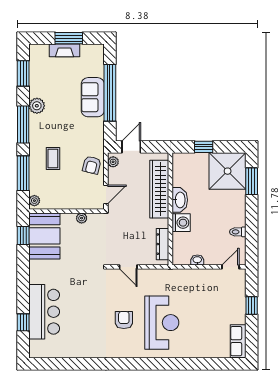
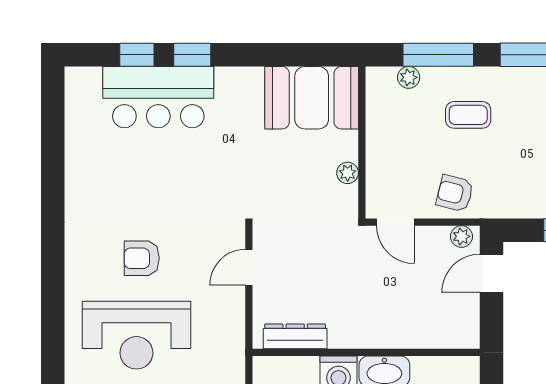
door: (131, 147) -> (492, 273), swing flipped
wardrobe: (159, 189) -> (406, 330), removed
plant: (34, 201) -> (409, 77), moved
window: (23, 235) -> (192, 55), moved
armchair: (124, 320) -> (142, 258), turned 180

